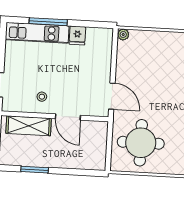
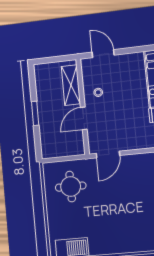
round table: (141, 143) -> (71, 187), width x0.73, depth x0.73
window: (35, 170) -> (35, 113), moved

